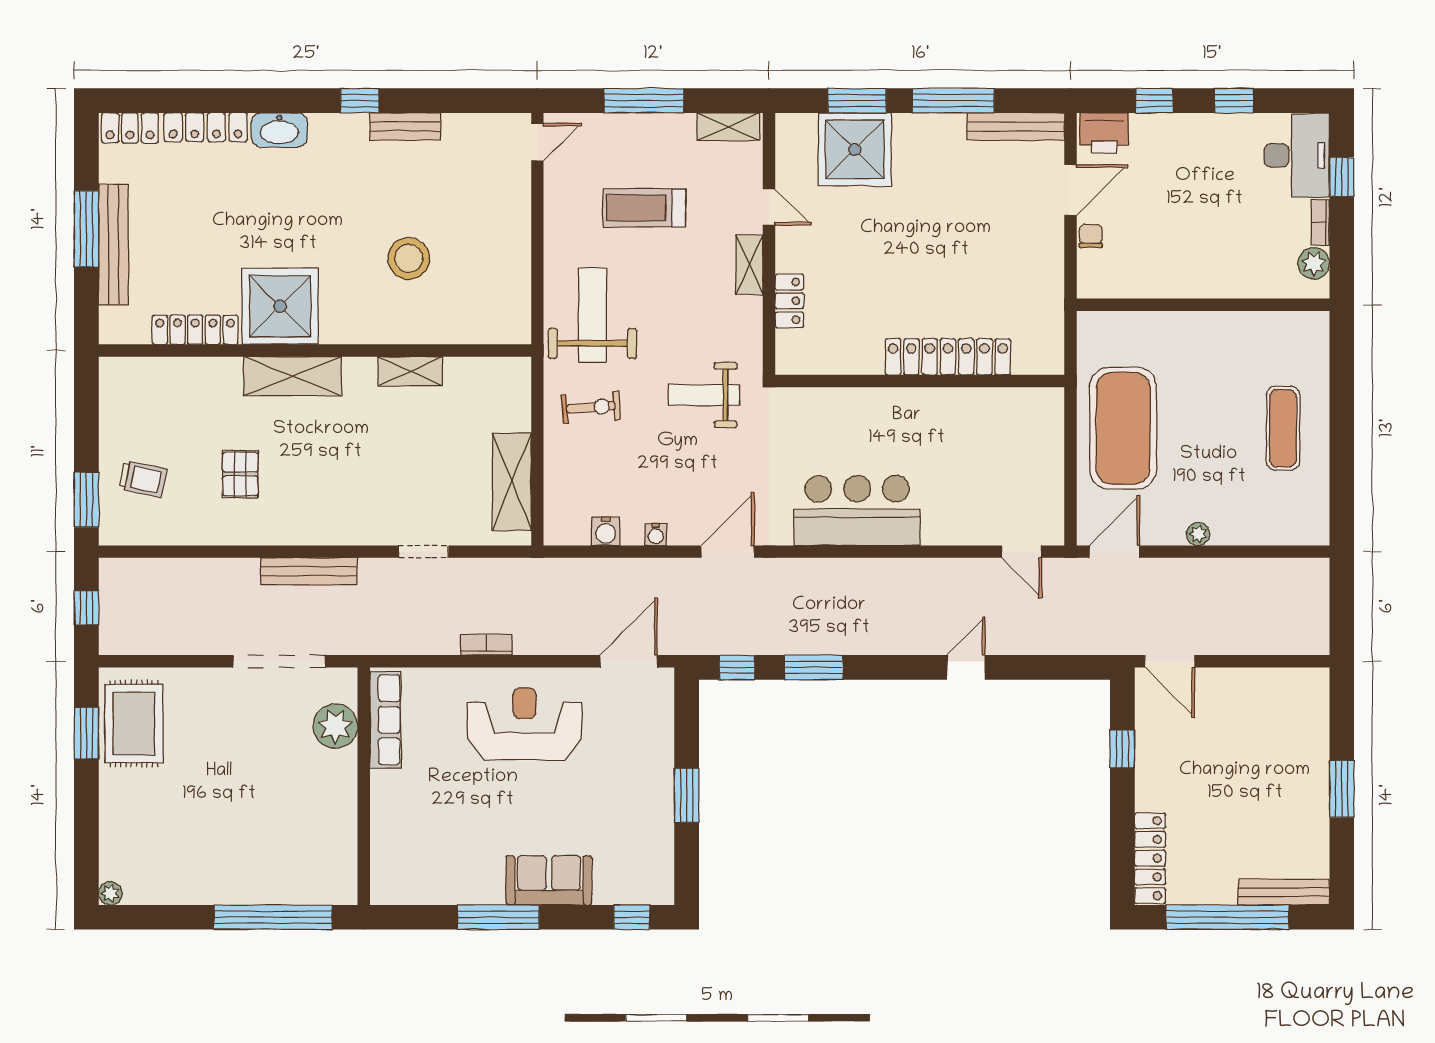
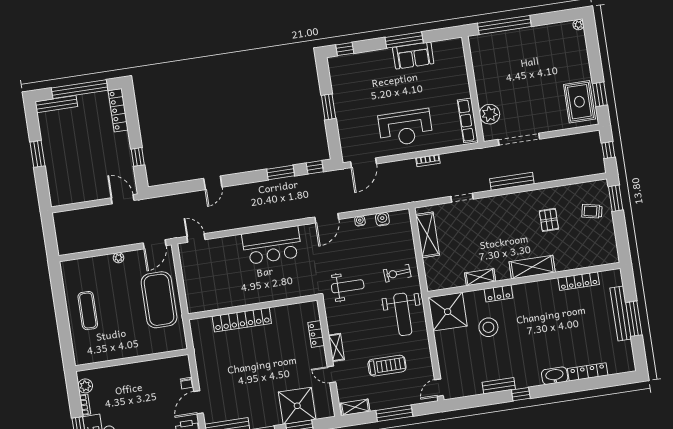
locker: (130, 128) -> (499, 293), moved, turned 180
shower: (280, 306) -> (448, 312), moved
sofa: (549, 880) -> (413, 55), moved

